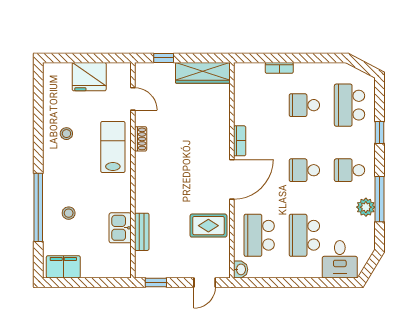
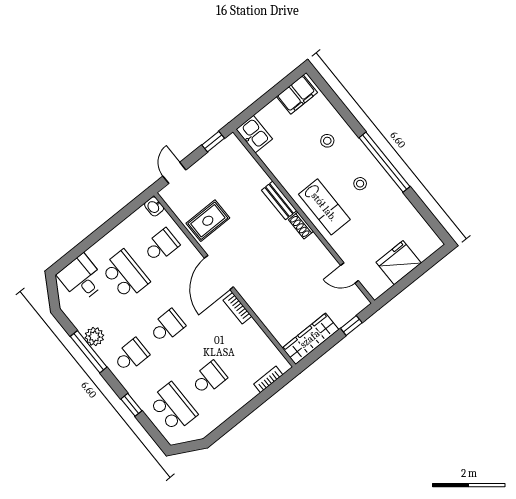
bookcase: (279, 68) -> (268, 379), moved
stool: (66, 134) -> (360, 184), moved
shoe rack: (141, 139) -> (301, 226), moved
lab bench: (113, 147) -> (324, 207), moved
window: (38, 207) -> (384, 162), moved
kitchen sink: (120, 228) -> (254, 134), moved
bench: (142, 232) -> (279, 200), moved
school desk: (259, 235) -> (161, 246), width x0.54

